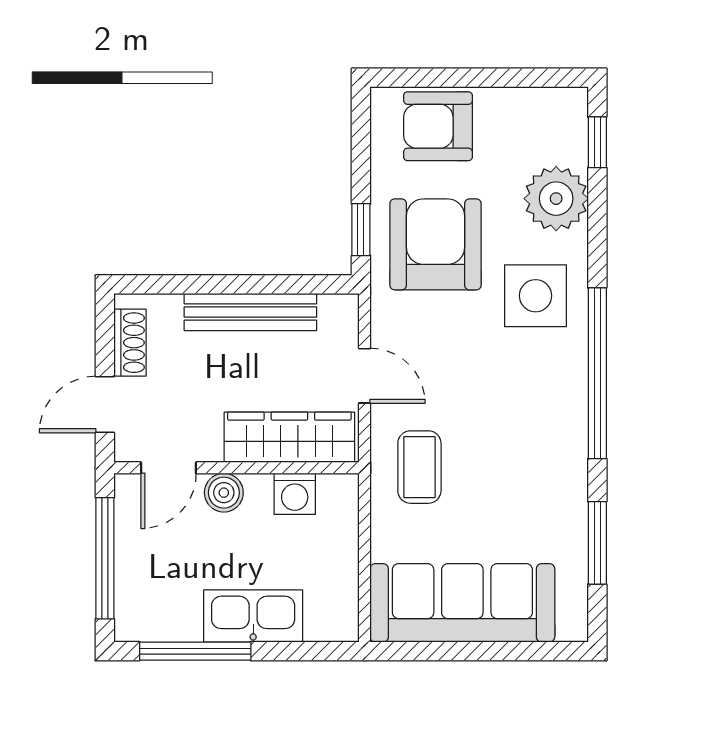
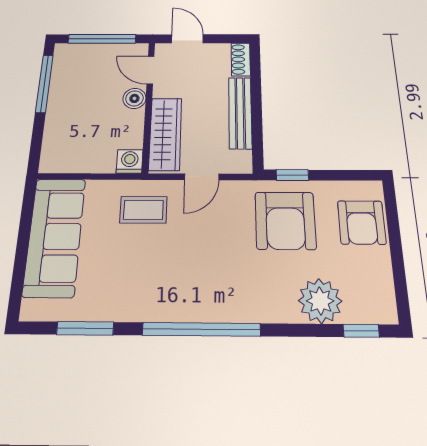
armchair: (438, 126) -> (362, 222), turned 180
armchair: (436, 244) -> (285, 220), turned 90
side table: (536, 296) -> (254, 286), removed
shoe rack: (130, 343) -> (241, 59), moved, turned 90
washing machine: (295, 494) -> (130, 161), moved, turned 90
kitchen sink: (253, 616) -> (61, 114), removed

